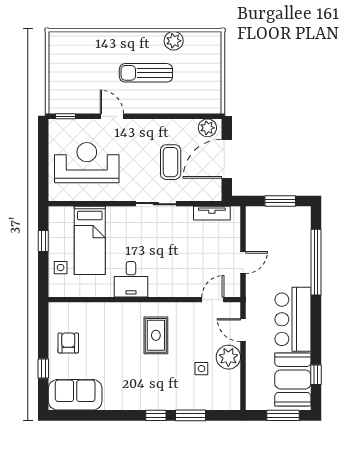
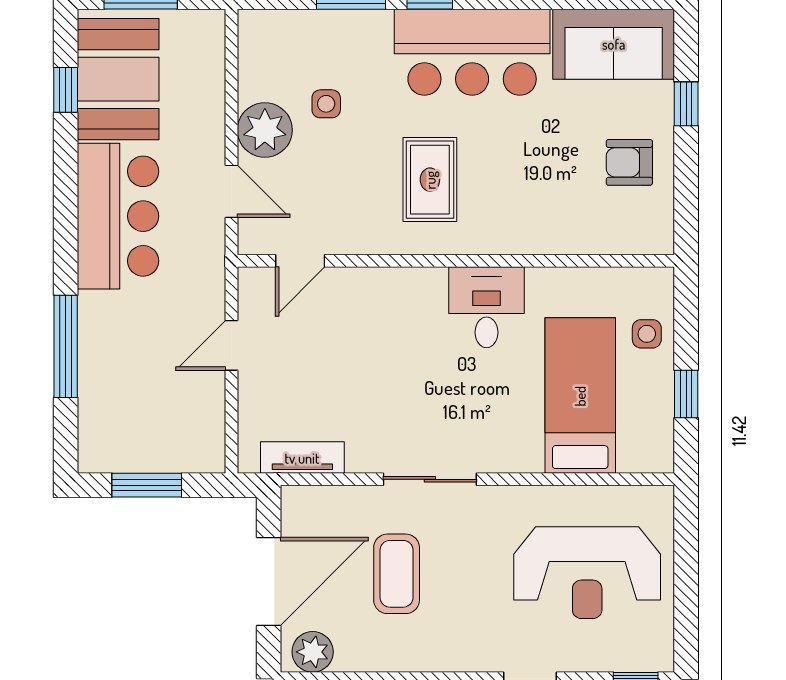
window: (316, 262) -> (66, 346), width x0.68
armchair: (68, 343) -> (629, 162), turned 90
bar counter: (137, 391) -> (472, 52), added

